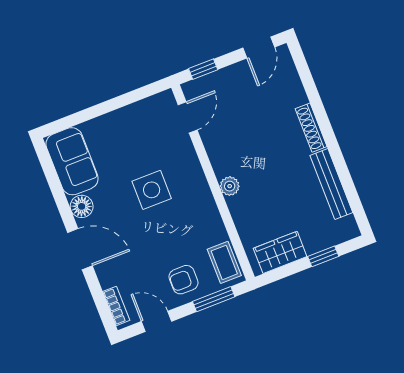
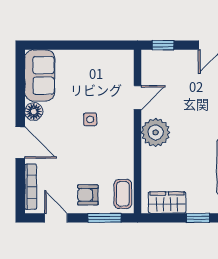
door: (188, 117) -> (138, 98), moved
plant: (230, 186) -> (156, 132), width x1.87, depth x1.87
side table: (152, 190) -> (90, 119), width x0.54, depth x0.54
bookcase: (116, 306) -> (31, 187), width x1.56

